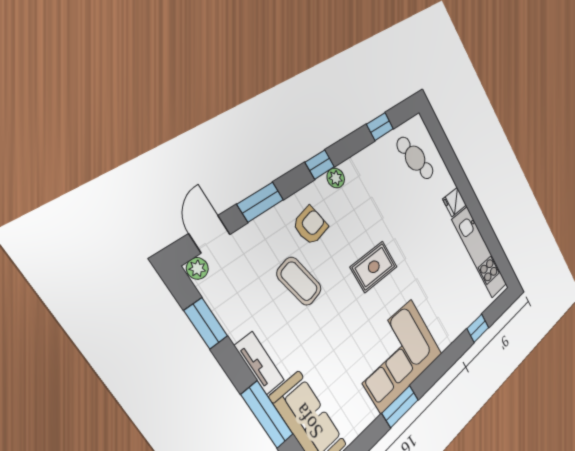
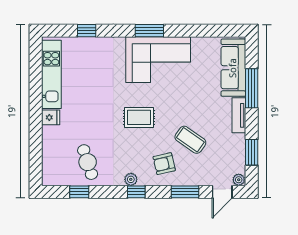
cafe table: (415, 158) -> (88, 162), moved
coffee table: (299, 281) -> (190, 140), turned -42
window: (400, 406) -> (149, 31), moved

